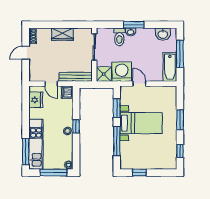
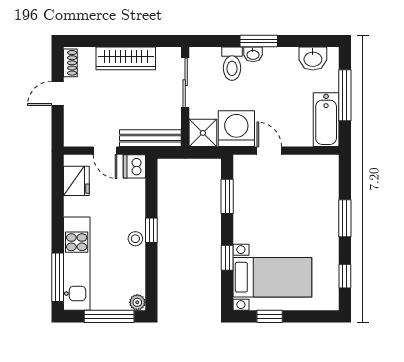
wardrobe: (62, 34) -> (126, 58), width x1.50
bed with nightstands: (141, 123) -> (272, 277), moved
window: (117, 141) -> (227, 258), width x0.46

